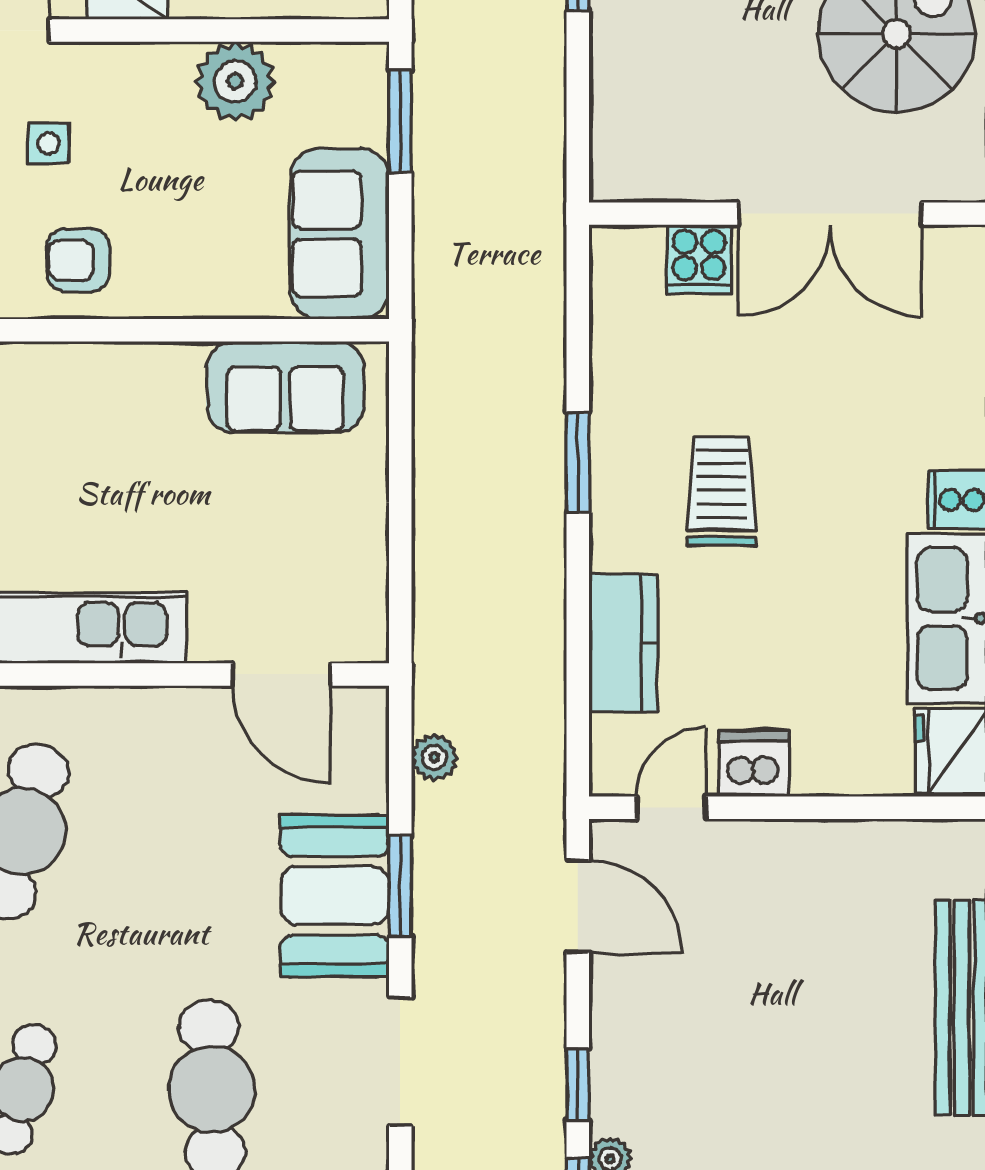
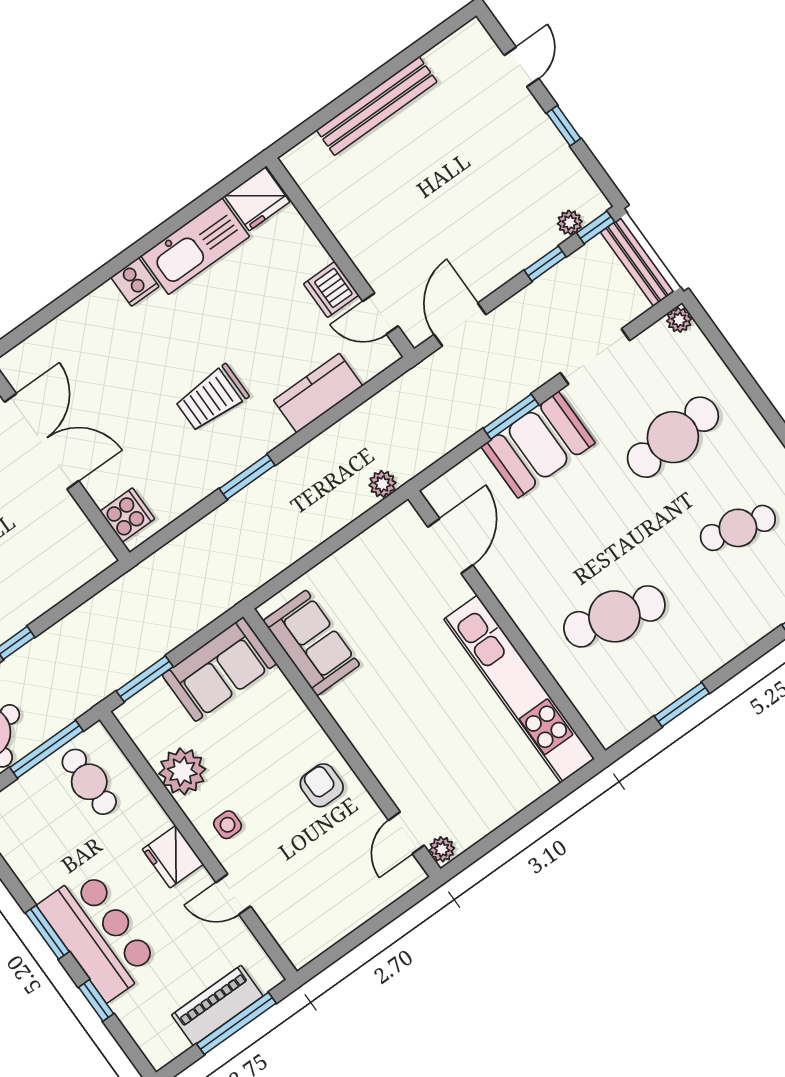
side table: (48, 143) -> (228, 825), moved
cooker: (699, 259) -> (127, 515), moved
armchair: (78, 260) -> (322, 785), turned 180
plant: (434, 757) -> (382, 484), moved

